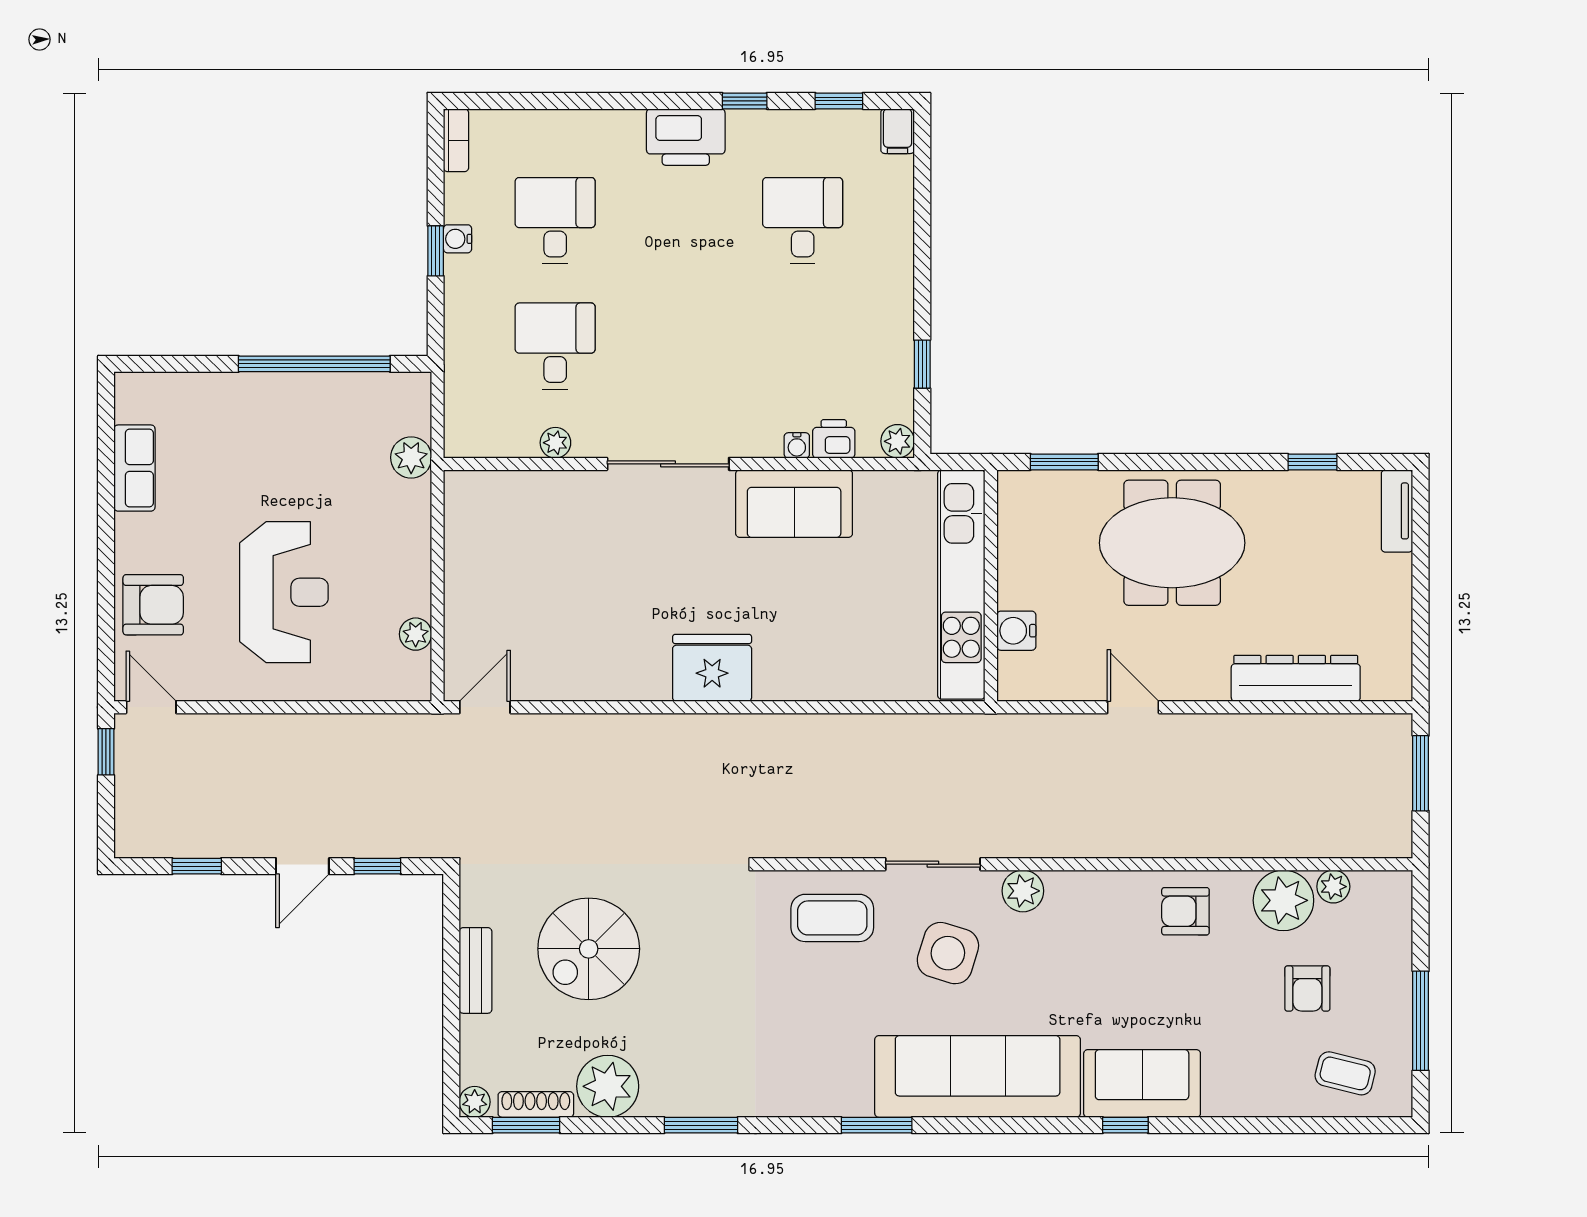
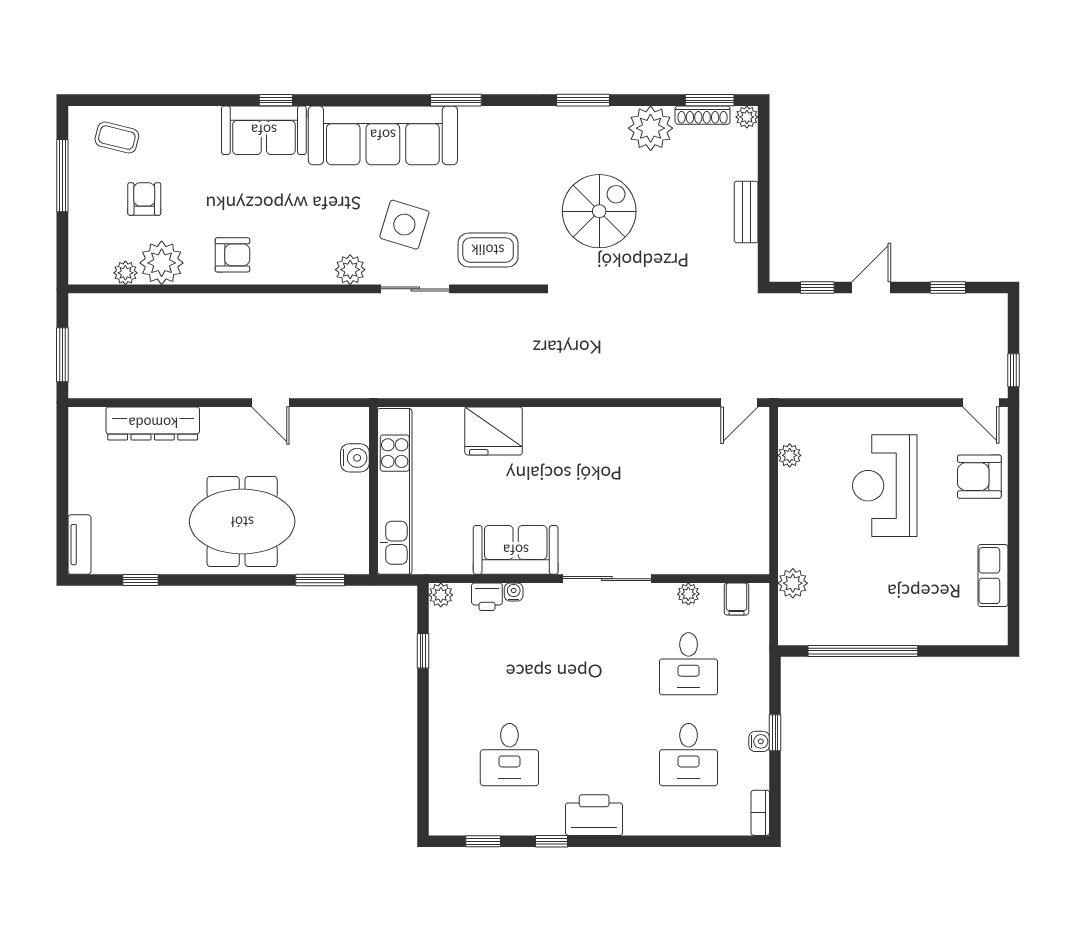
filing cabinet: (898, 131) -> (737, 599), moved, turned 180
fridge: (712, 668) -> (494, 431), moved
spiral stairs: (589, 949) -> (599, 211), moved

